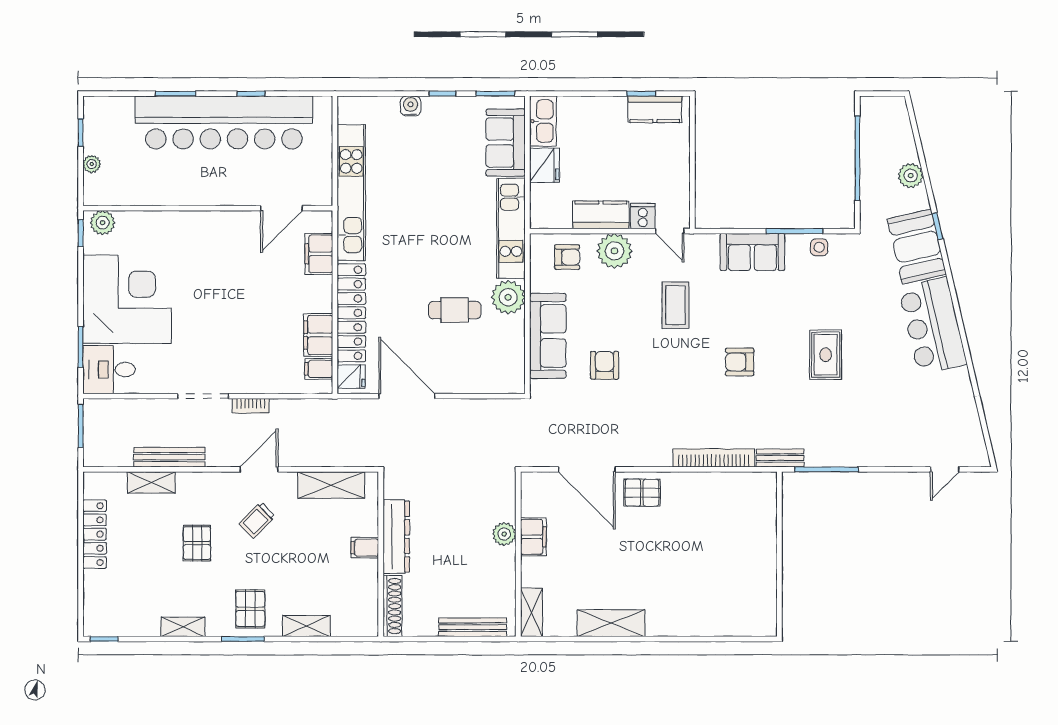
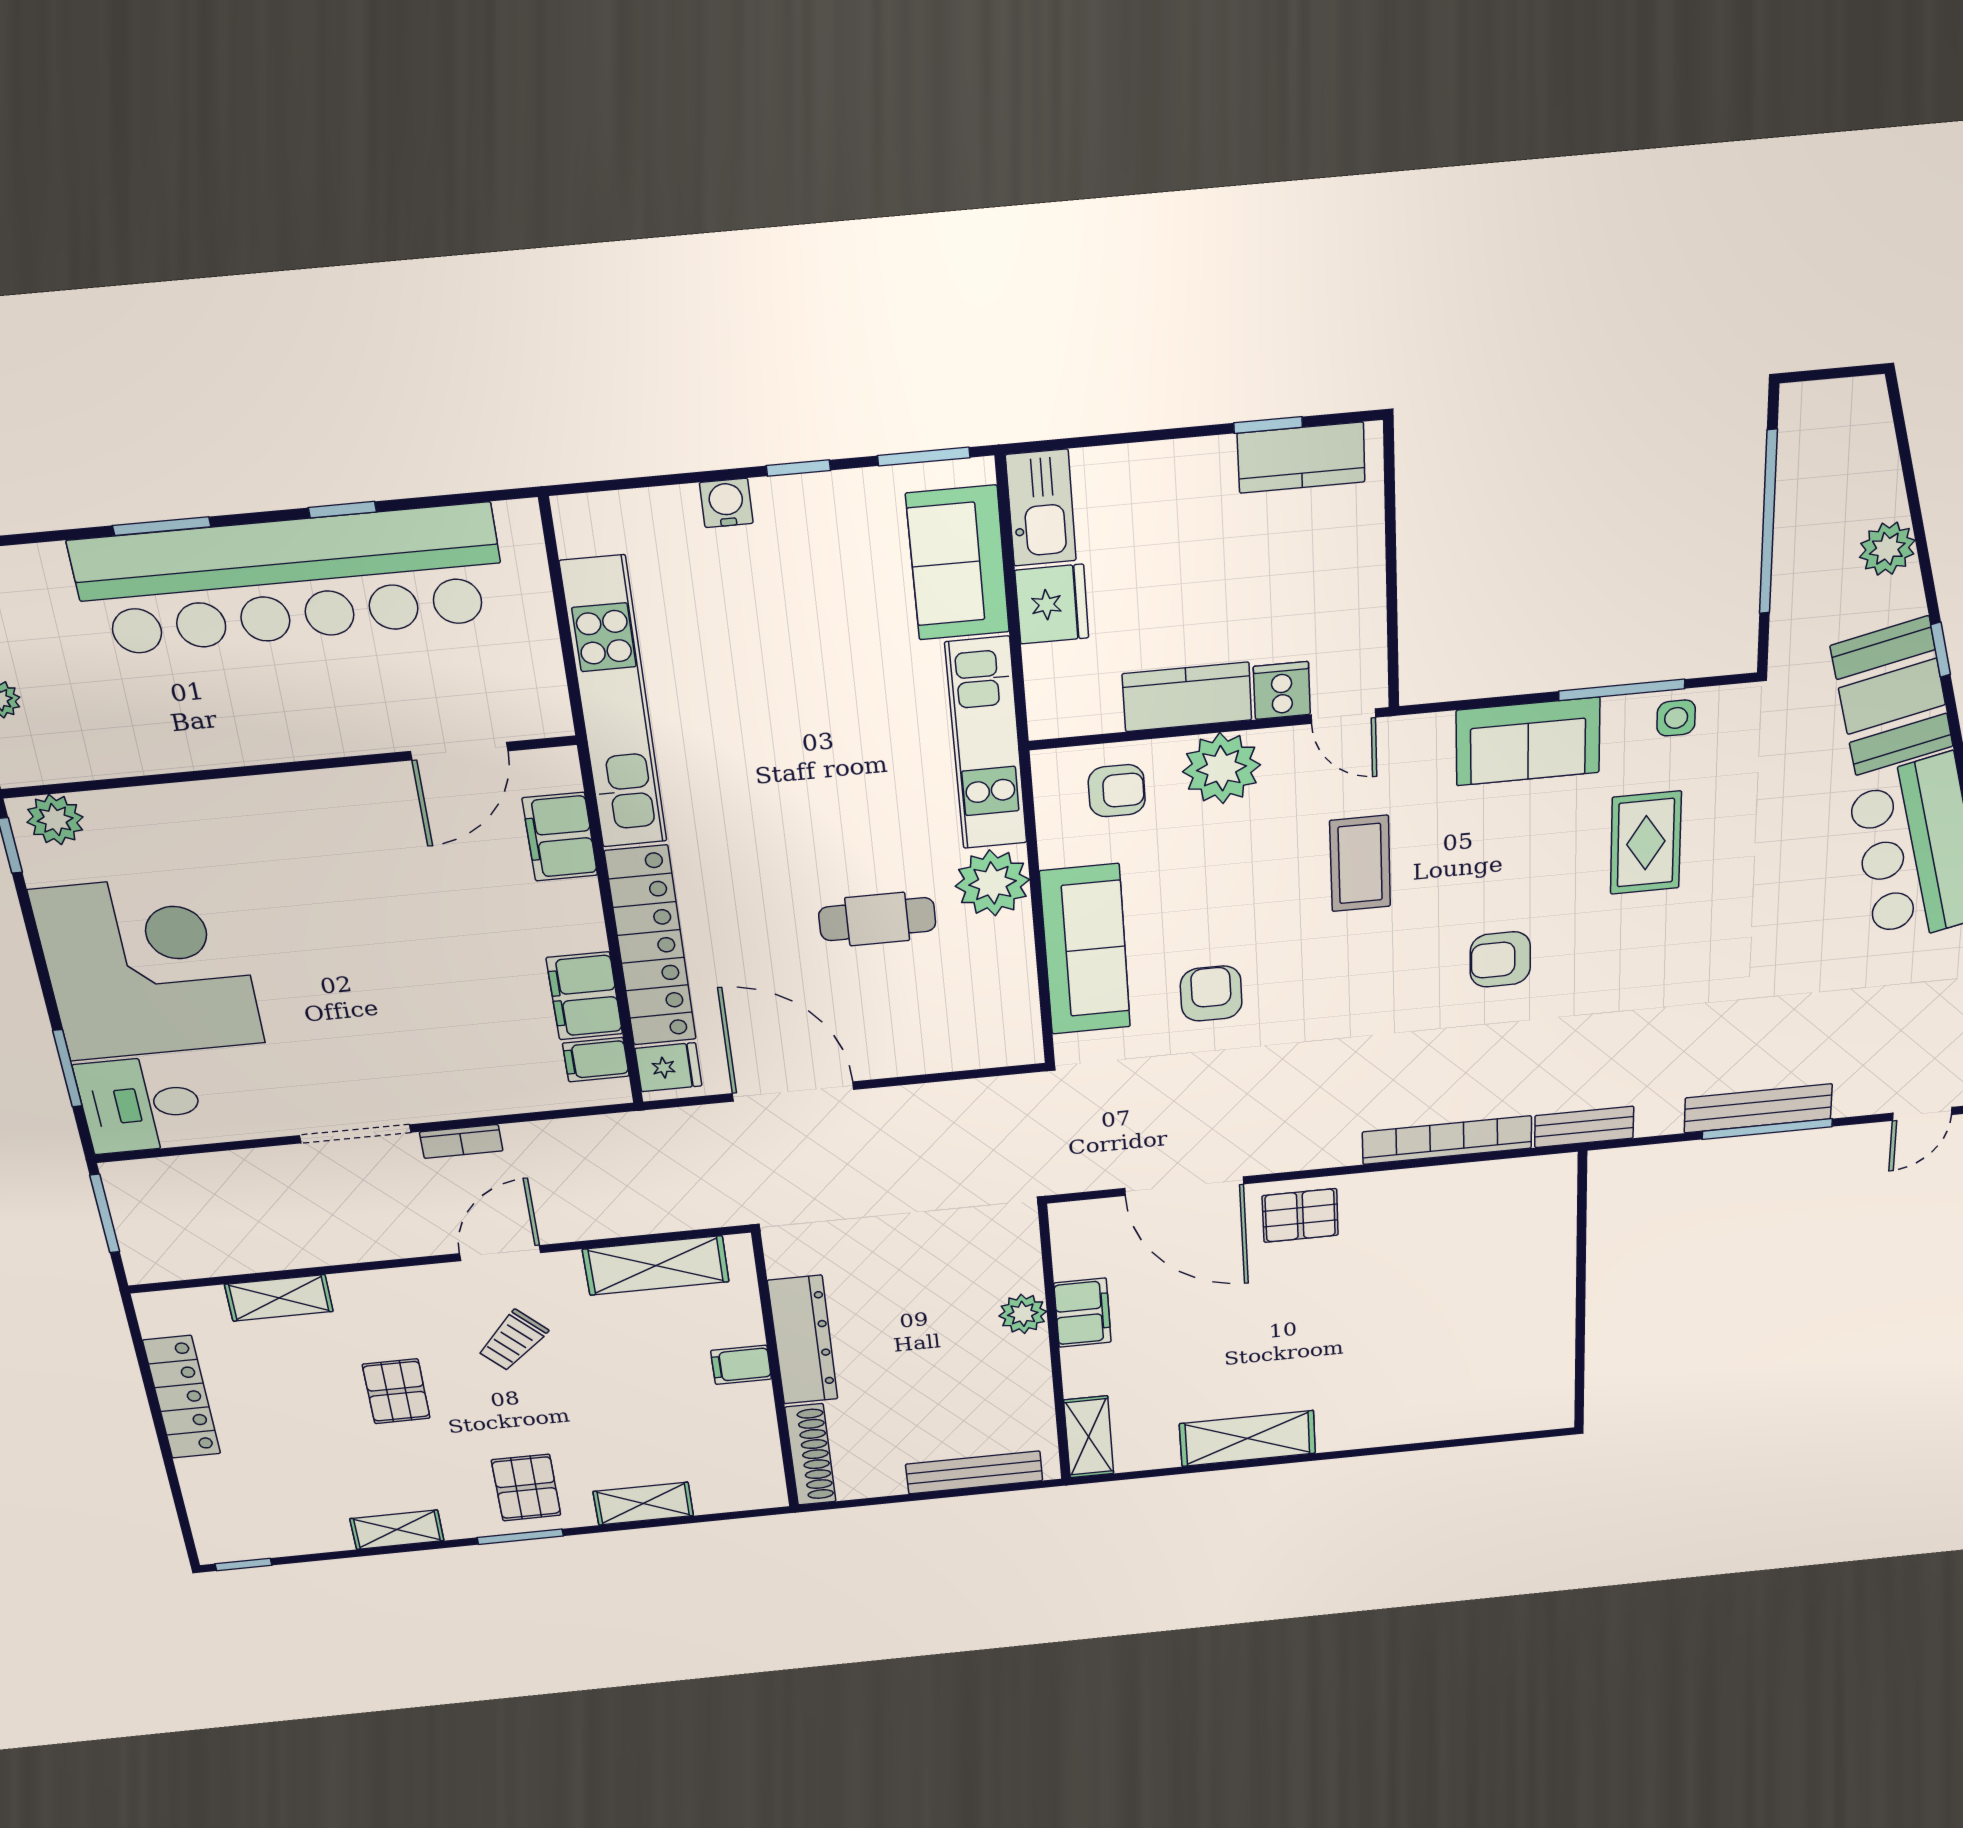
rug: (826, 355) -> (1646, 843), moved
bench: (169, 457) -> (1758, 1108), moved
window: (826, 469) -> (1767, 1129), moved

